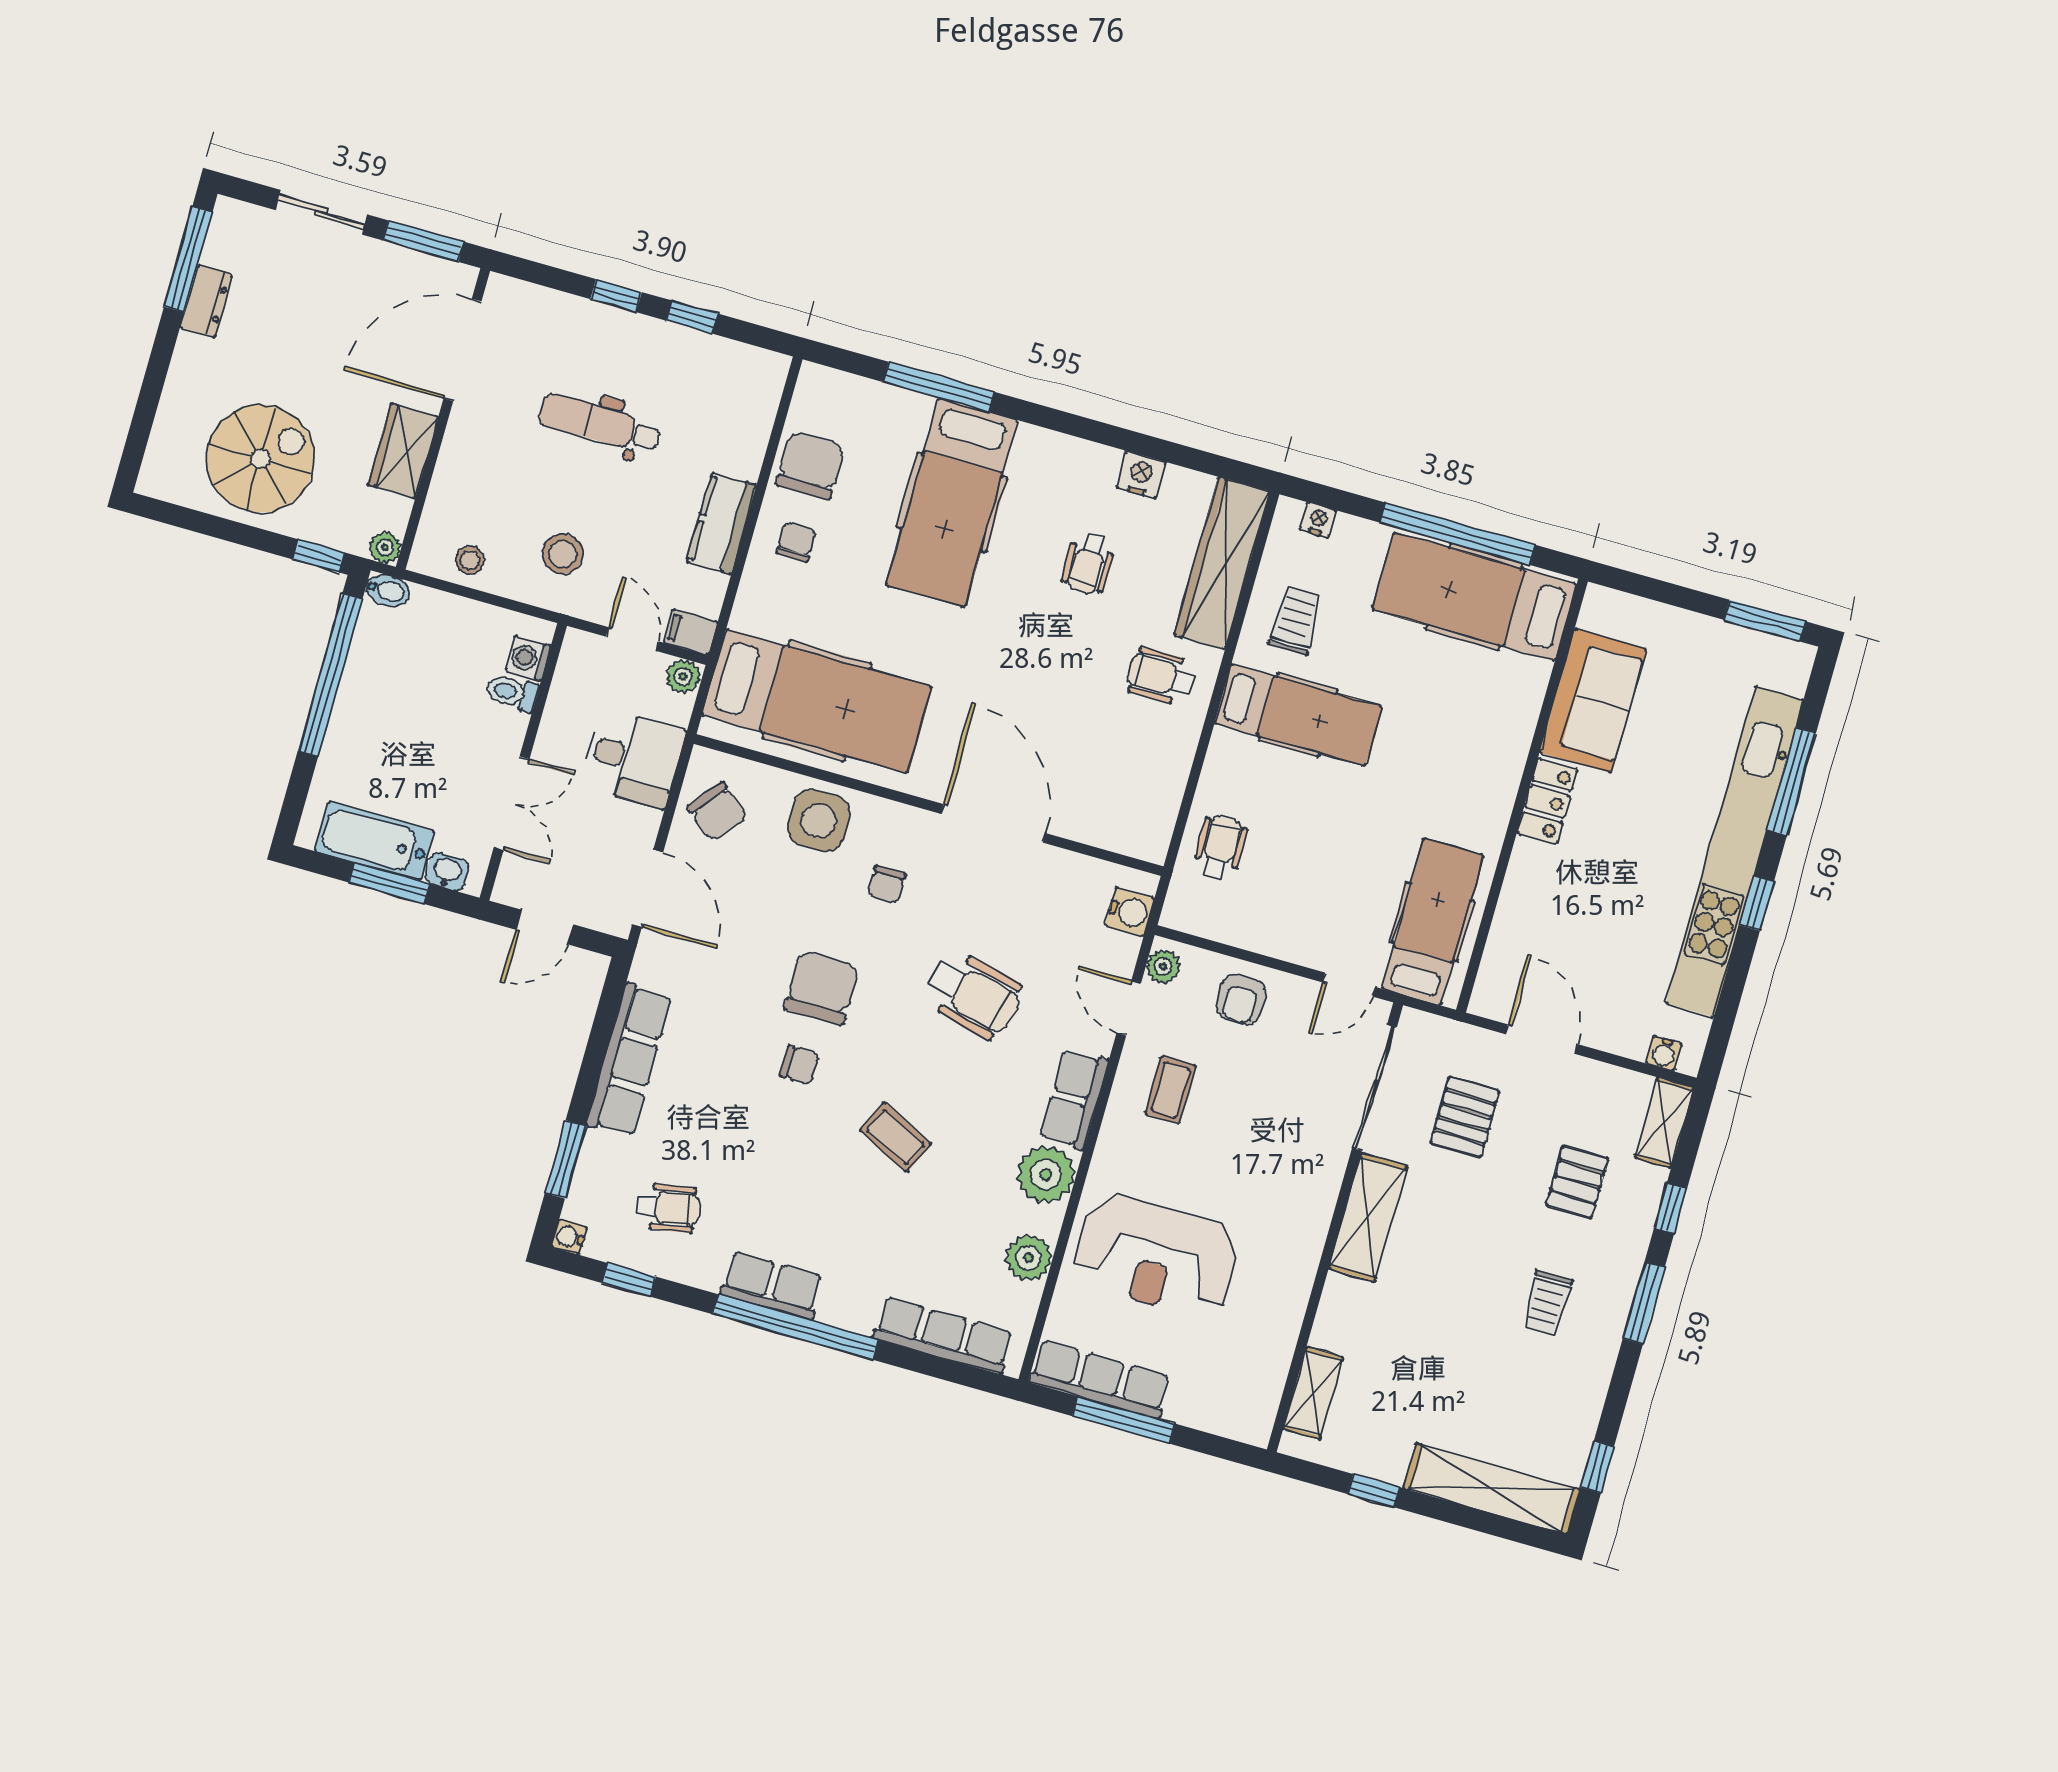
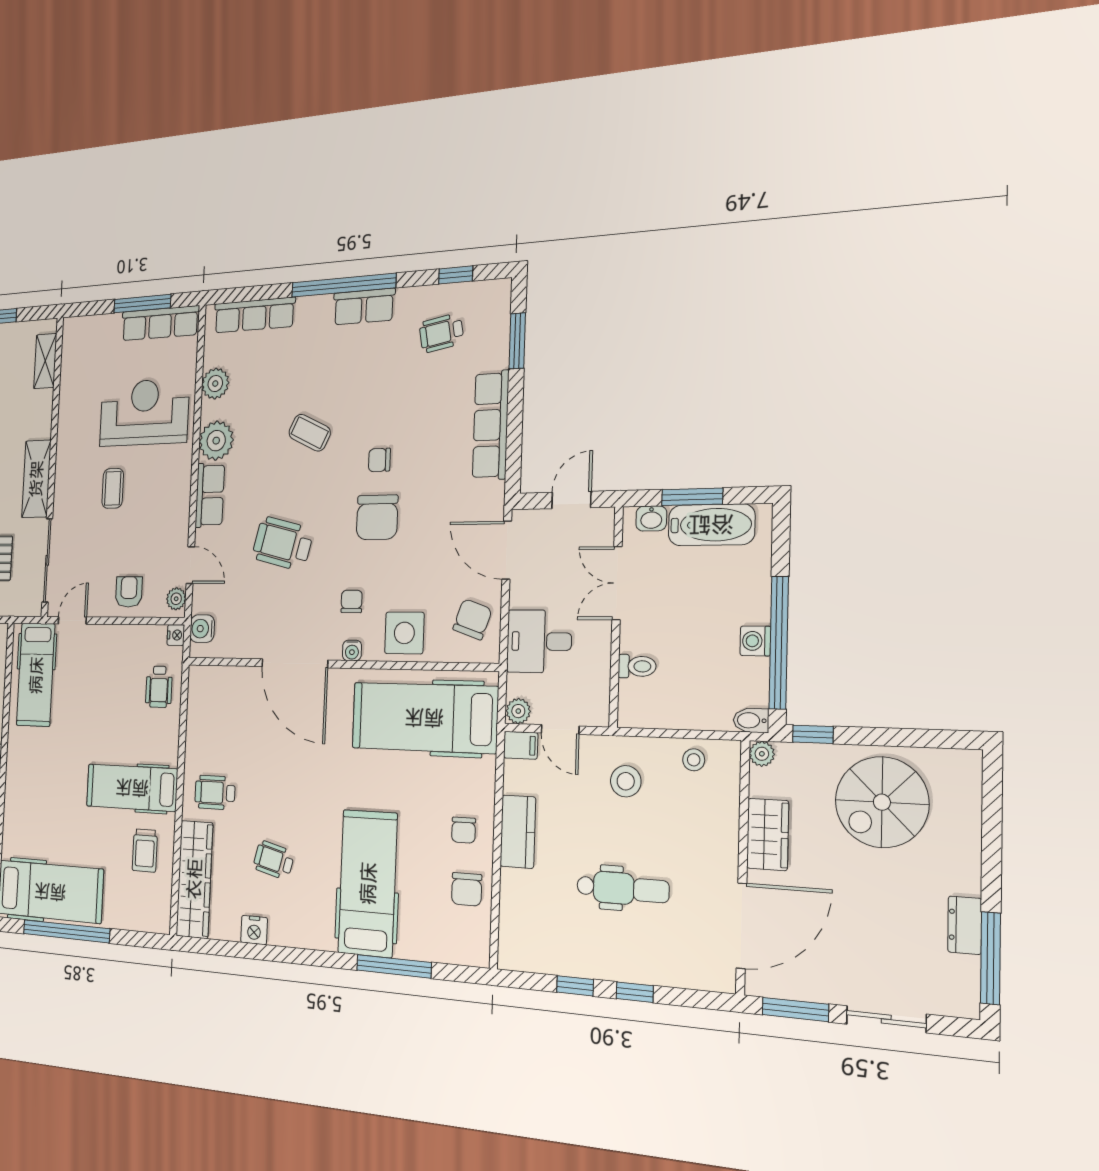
chair: (810, 465) -> (467, 889), width x0.73, depth x0.73
nightstand: (1318, 520) -> (176, 635), moved, turned -90
wheelchair: (1088, 563) -> (274, 860), turned -76
washing machine: (528, 658) -> (755, 641), moved, turned 180
wheelchair: (1161, 676) -> (215, 792), turned 180
chair: (717, 812) -> (472, 619), turned 70
coffee table: (1171, 1090) -> (113, 488), moved
water cooler: (569, 1237) -> (352, 650), moved, turned 90

